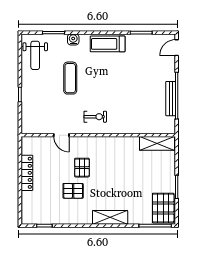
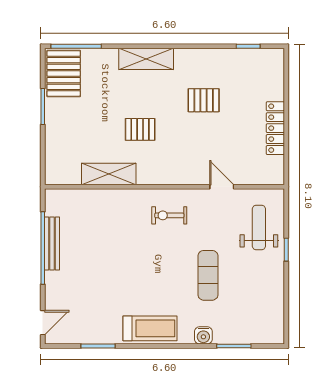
weight bench: (35, 55) -> (259, 227), moved
shelving: (157, 143) -> (109, 174), moved
pallet: (82, 168) -> (140, 129), moved, turned 90

